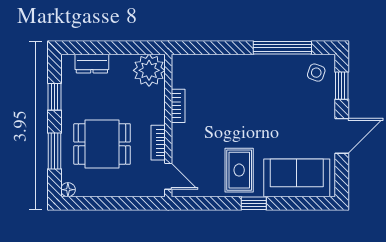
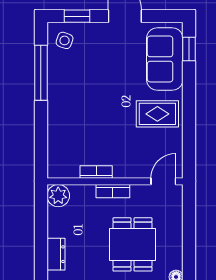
plant: (149, 70) -> (58, 196), width x0.73, depth x0.73
bookcase: (158, 143) -> (113, 191), moved
window: (254, 203) -> (189, 49), moved

